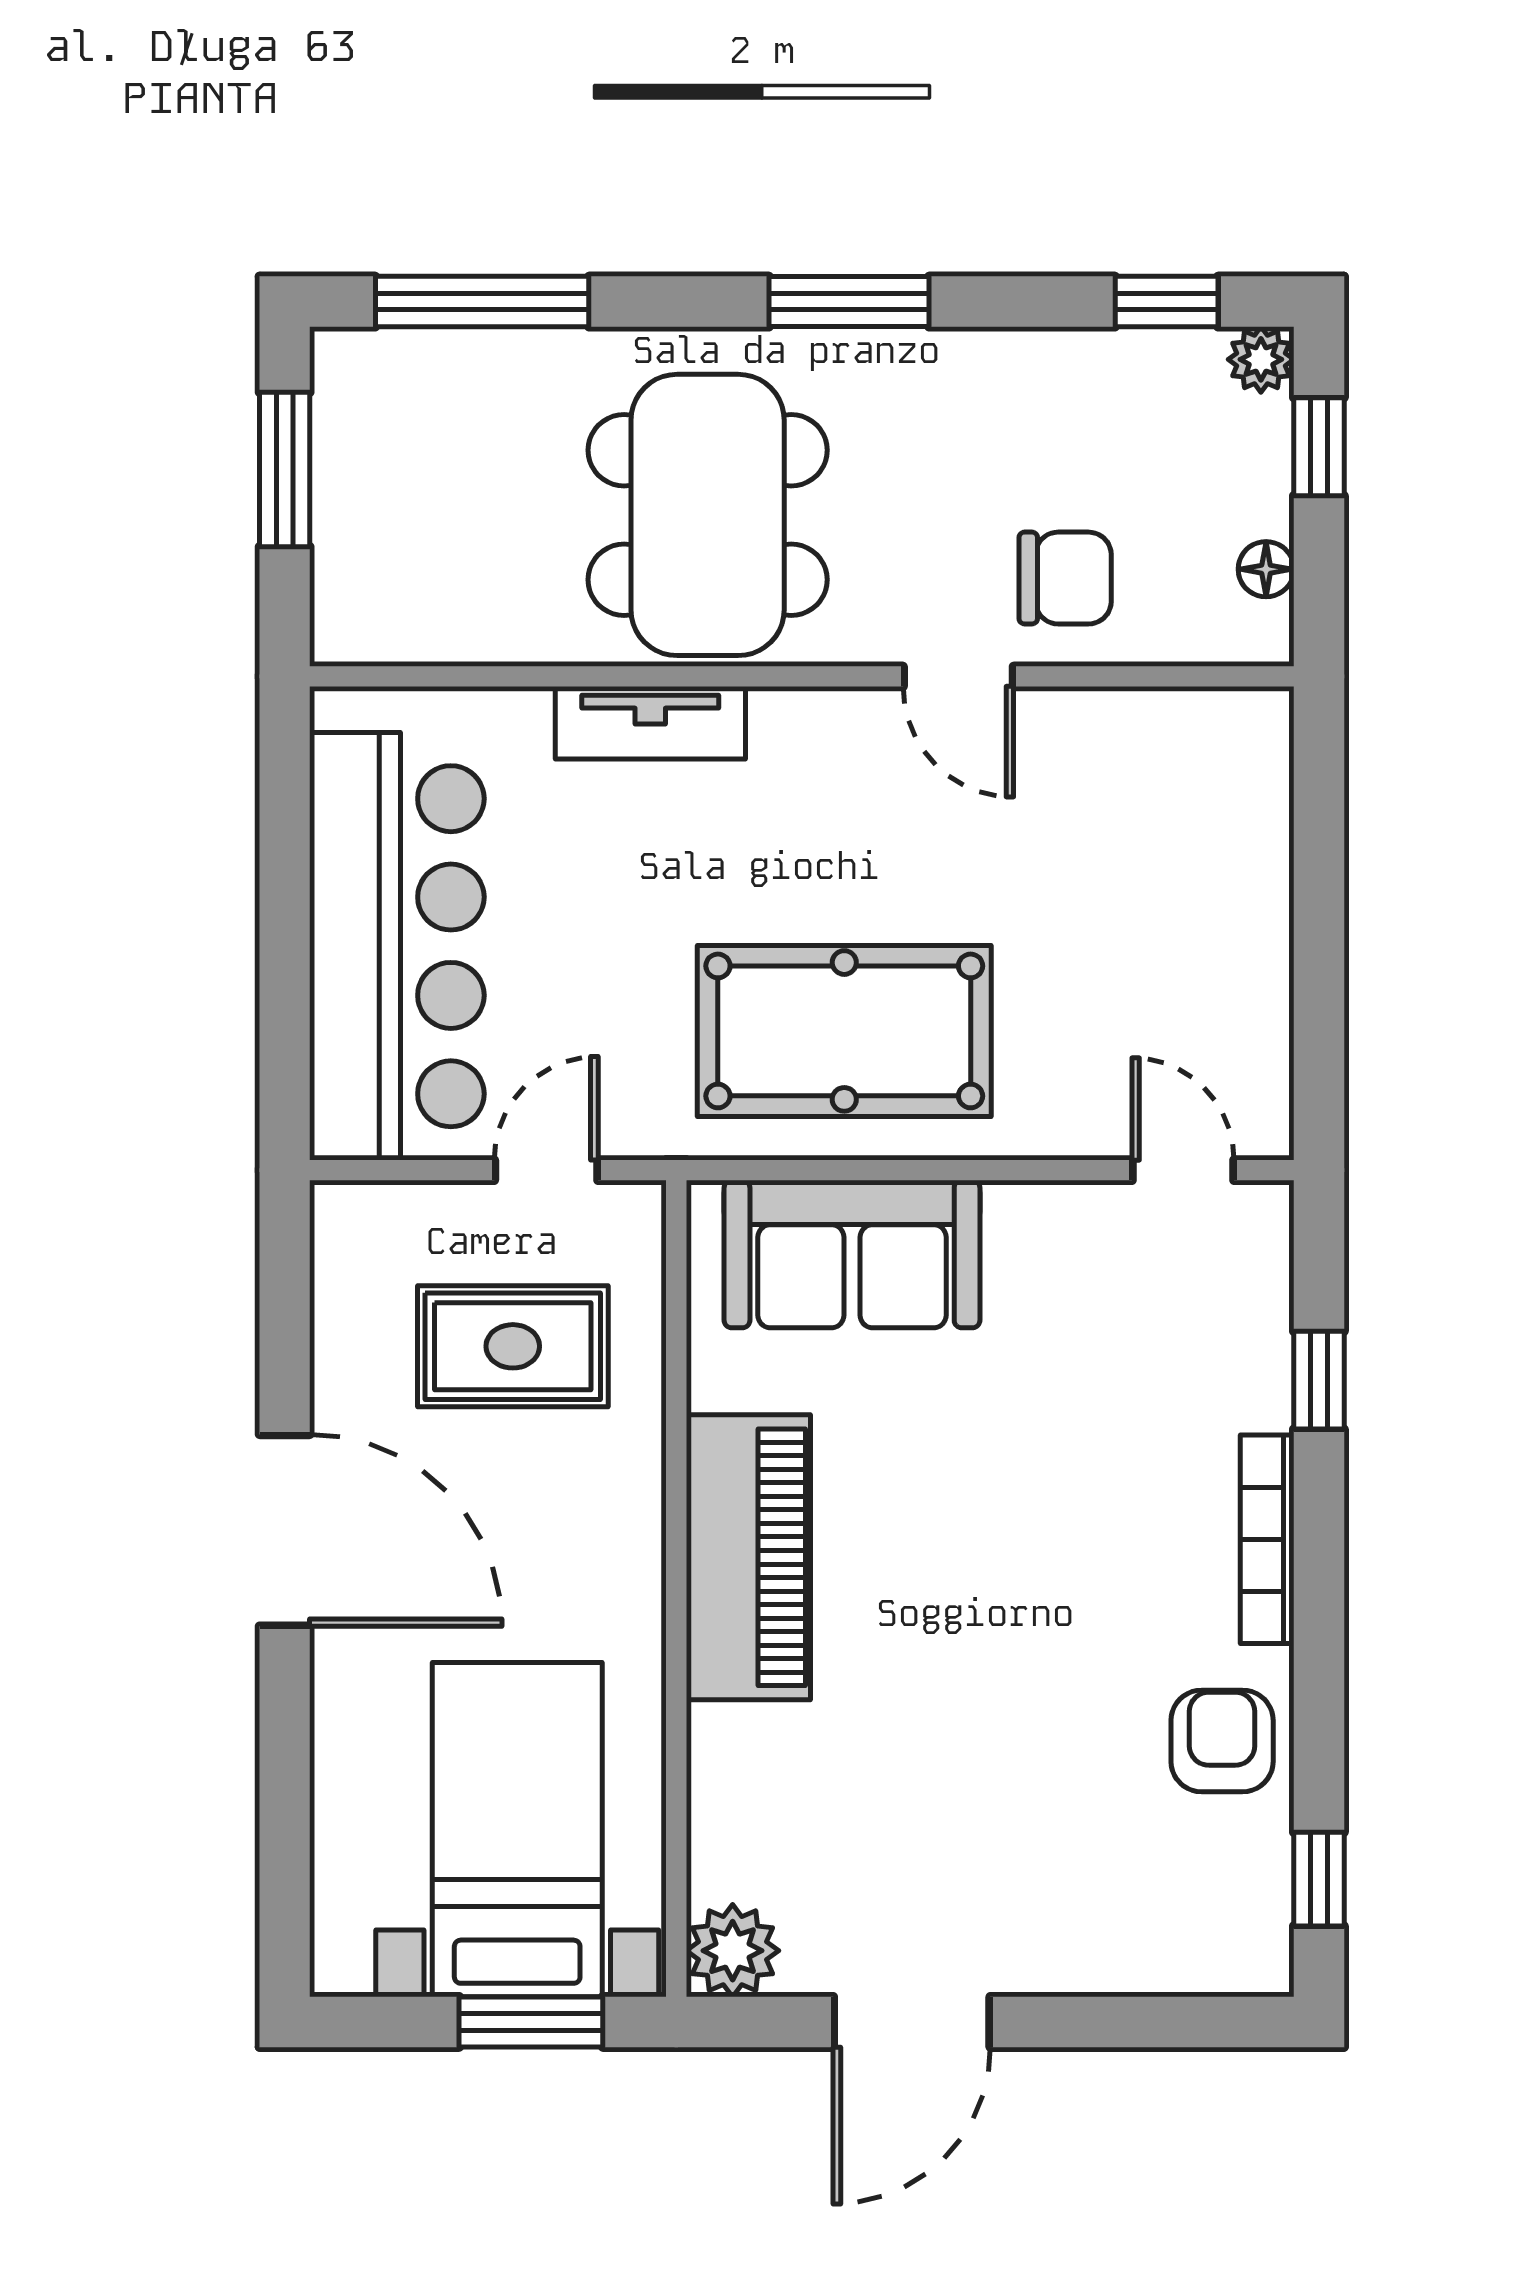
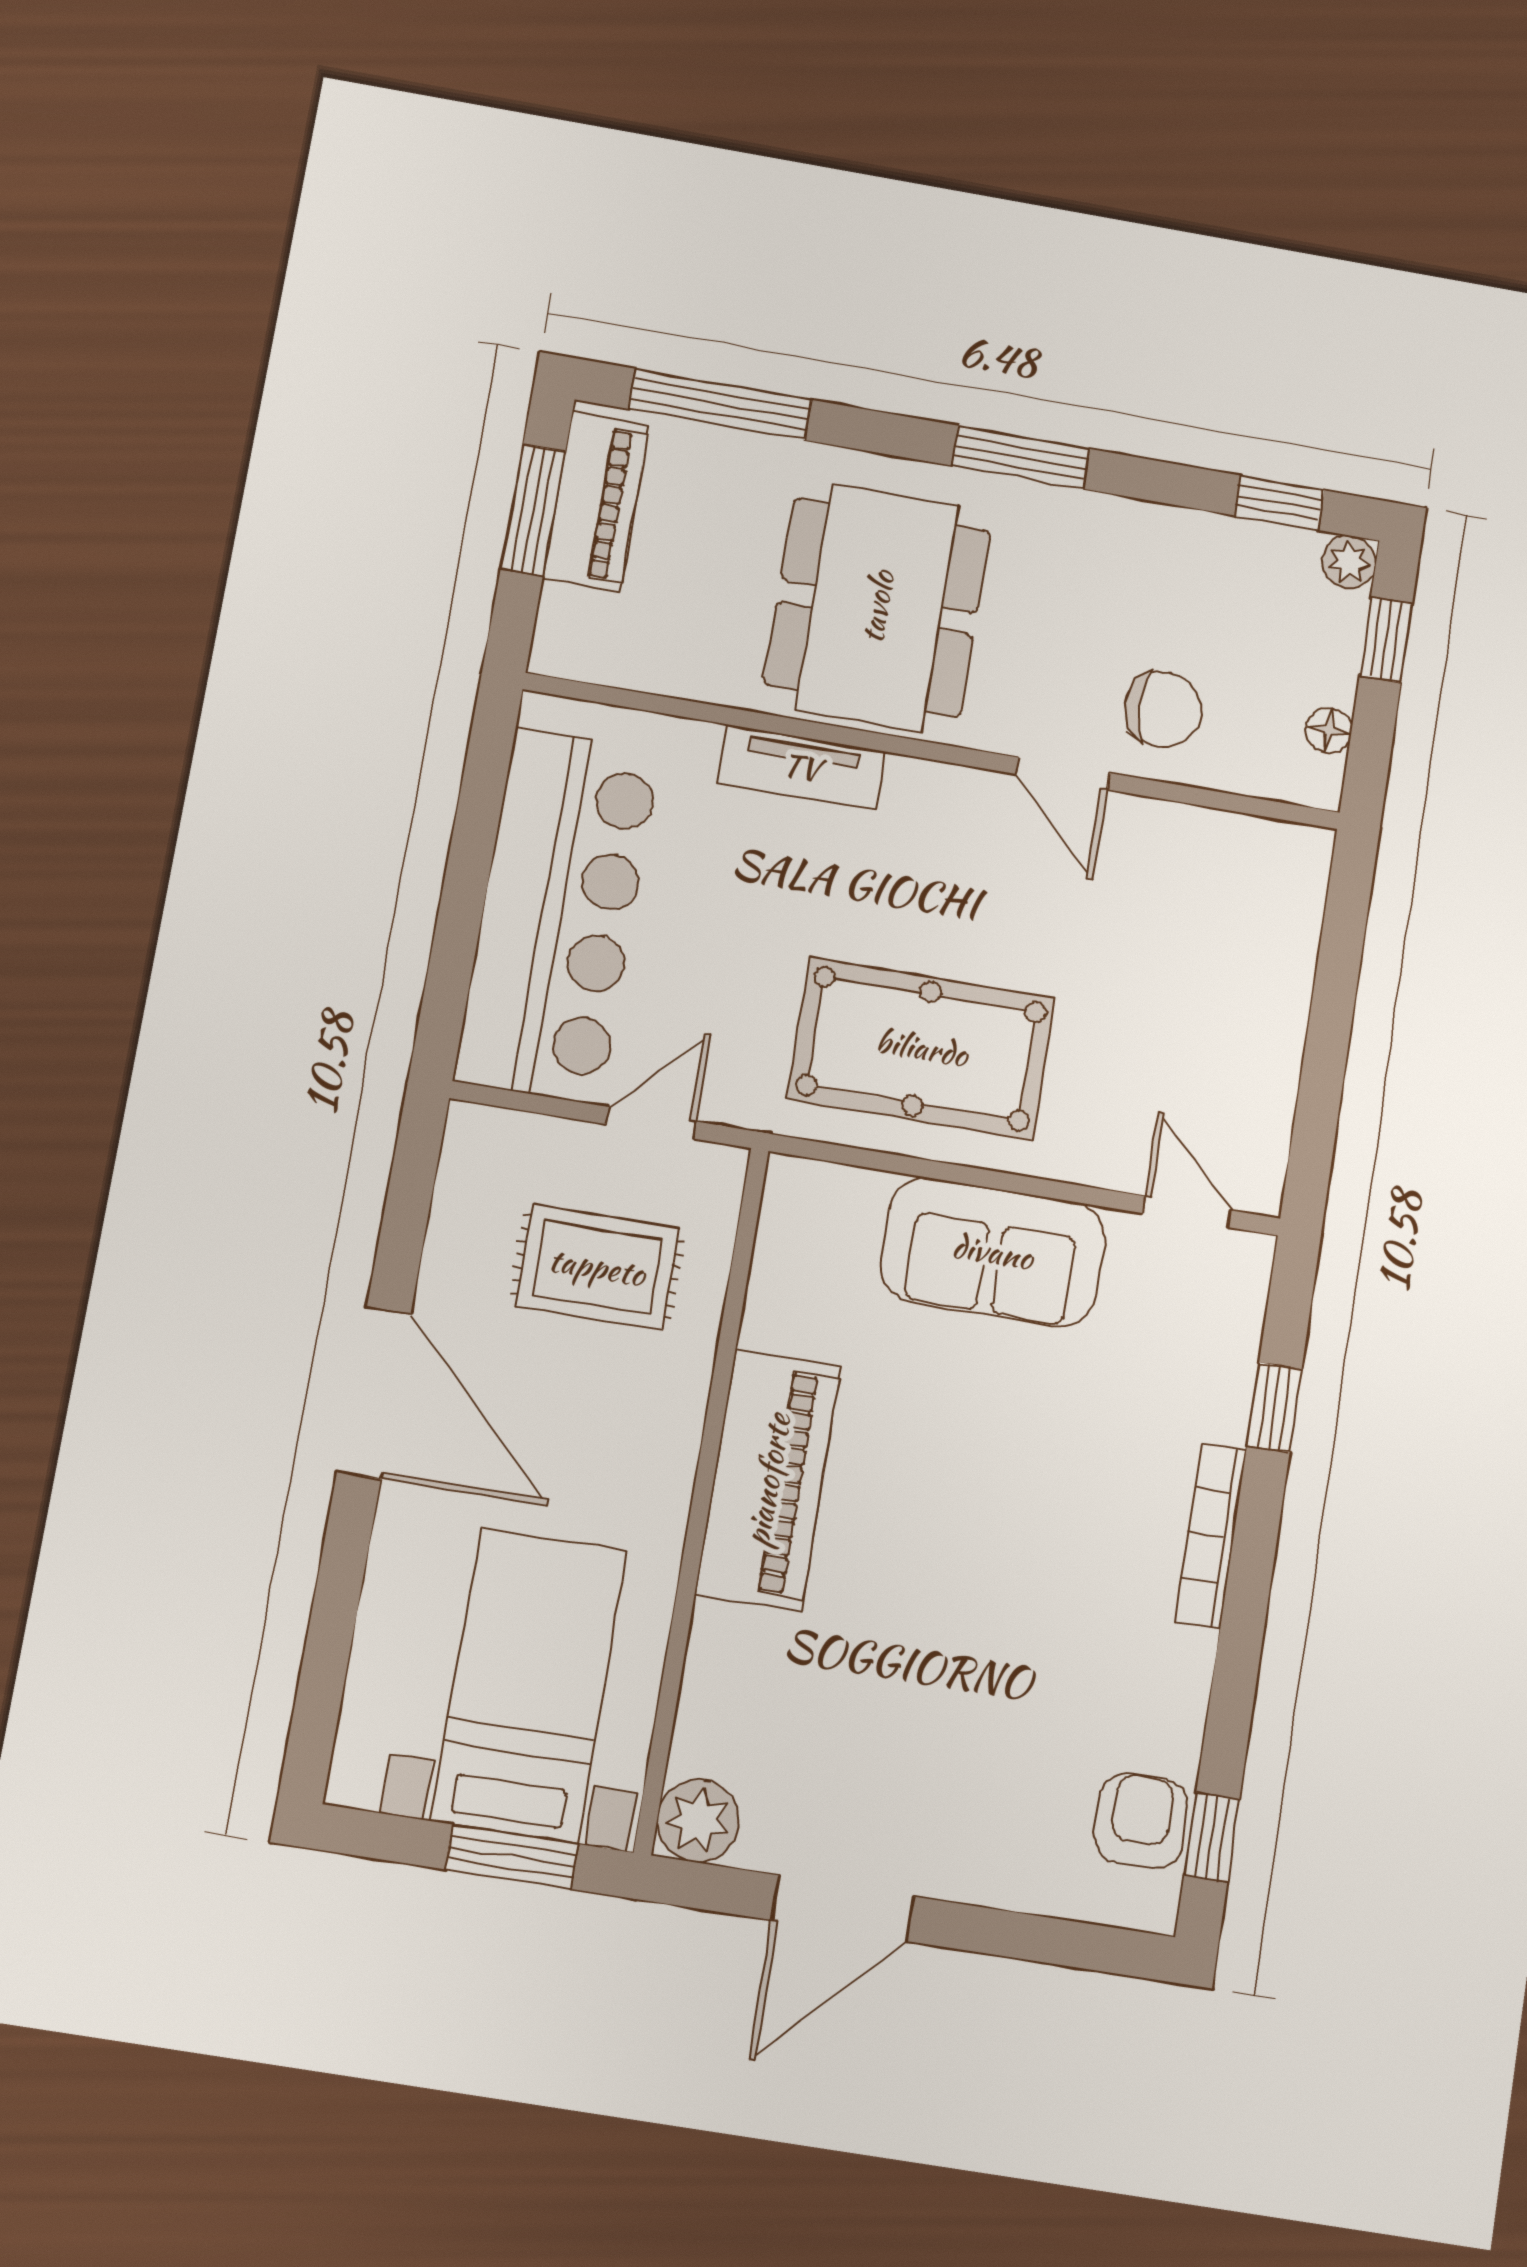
piano: (356, 446) -> (596, 502), added
sofa: (852, 1254) -> (993, 1252), moved
armchair: (1222, 1741) -> (1141, 1821), moved

